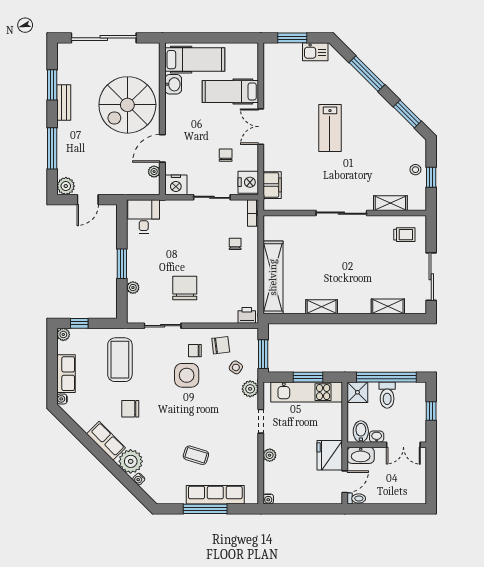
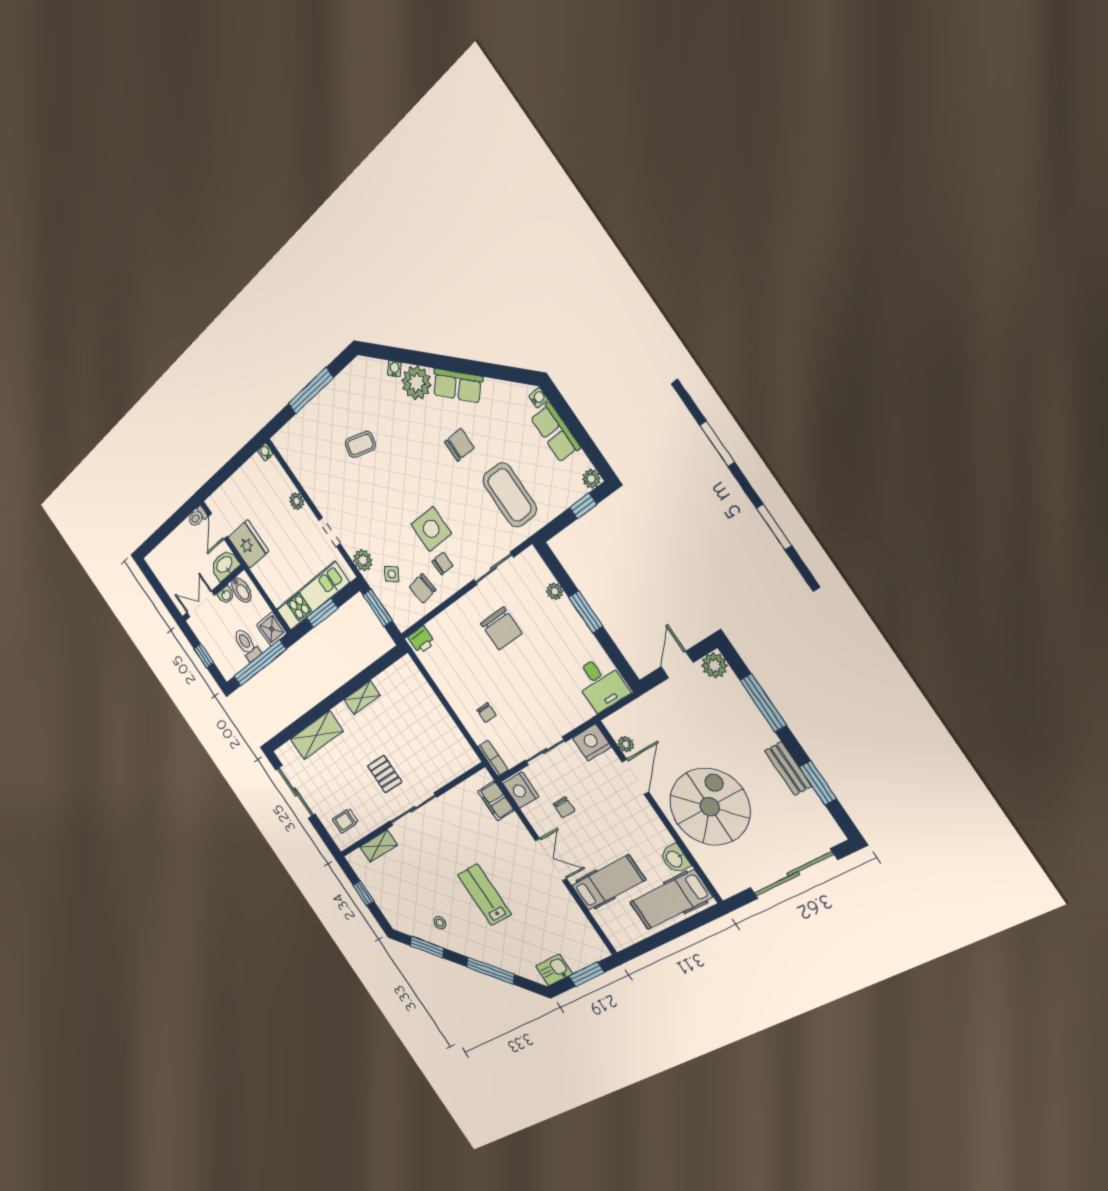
stool: (415, 170) -> (440, 923), moved
pallet: (345, 248) -> (385, 774), added
shelving: (273, 277) -> (426, 699), removed
shelving: (388, 306) -> (317, 735), width x1.50, depth x1.33
row of seats: (215, 495) -> (313, 415), removed

